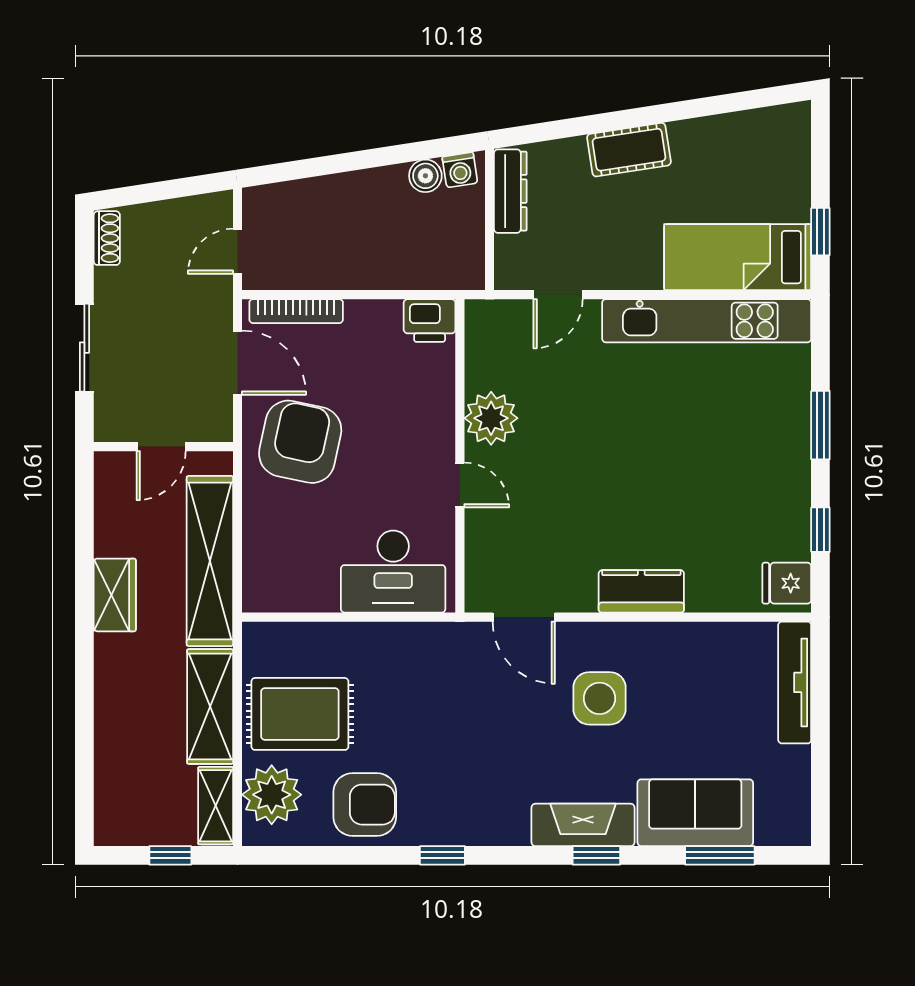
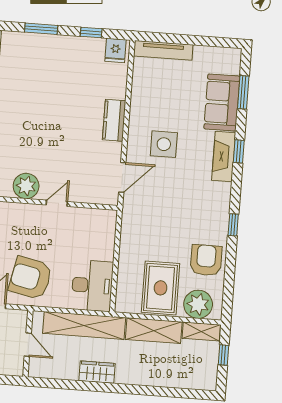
desk: (393, 572) -> (92, 286), moved

